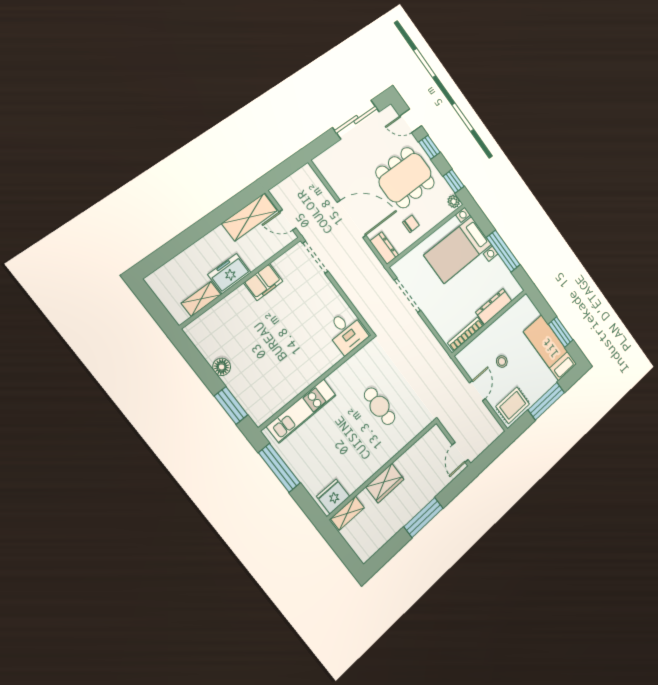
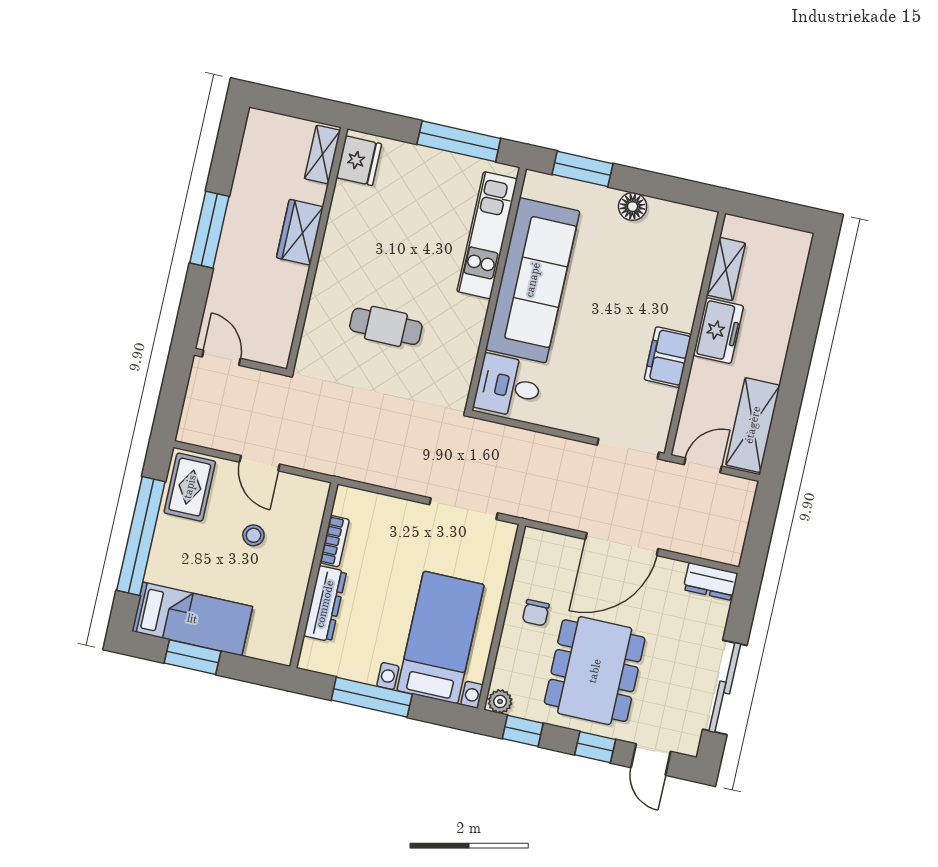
door: (411, 121) -> (651, 759), swing flipped
dresser: (384, 248) -> (711, 581), moved
bookcase: (466, 334) -> (335, 541), width x0.64
sofa: (297, 371) -> (533, 280), added
window: (546, 401) -> (141, 536), width x1.46

